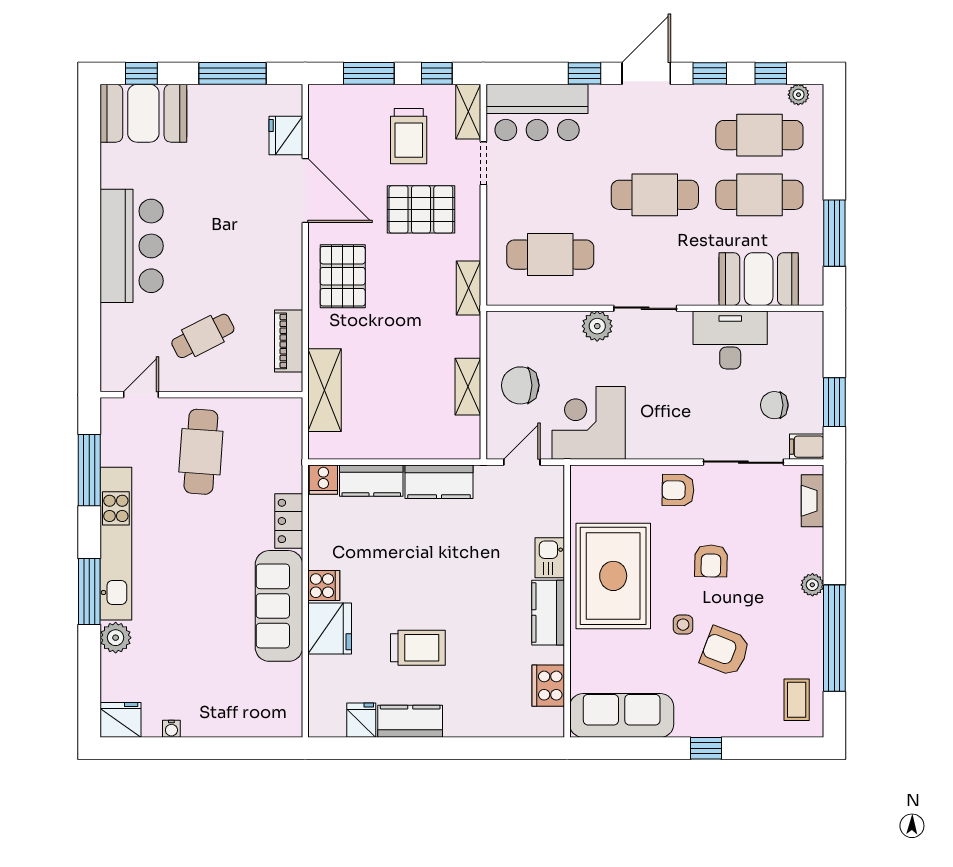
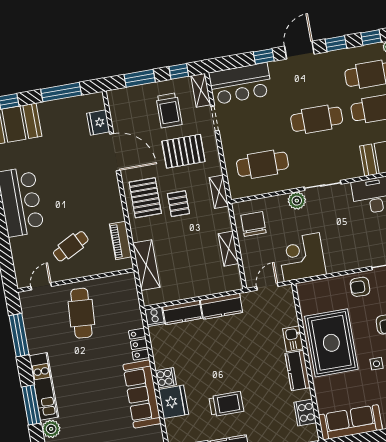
pallet: (397, 296) -> (178, 204), added
chair: (520, 385) -> (253, 224), moved, turned 90
kitchen unit: (116, 544) -> (44, 386), width x0.73

